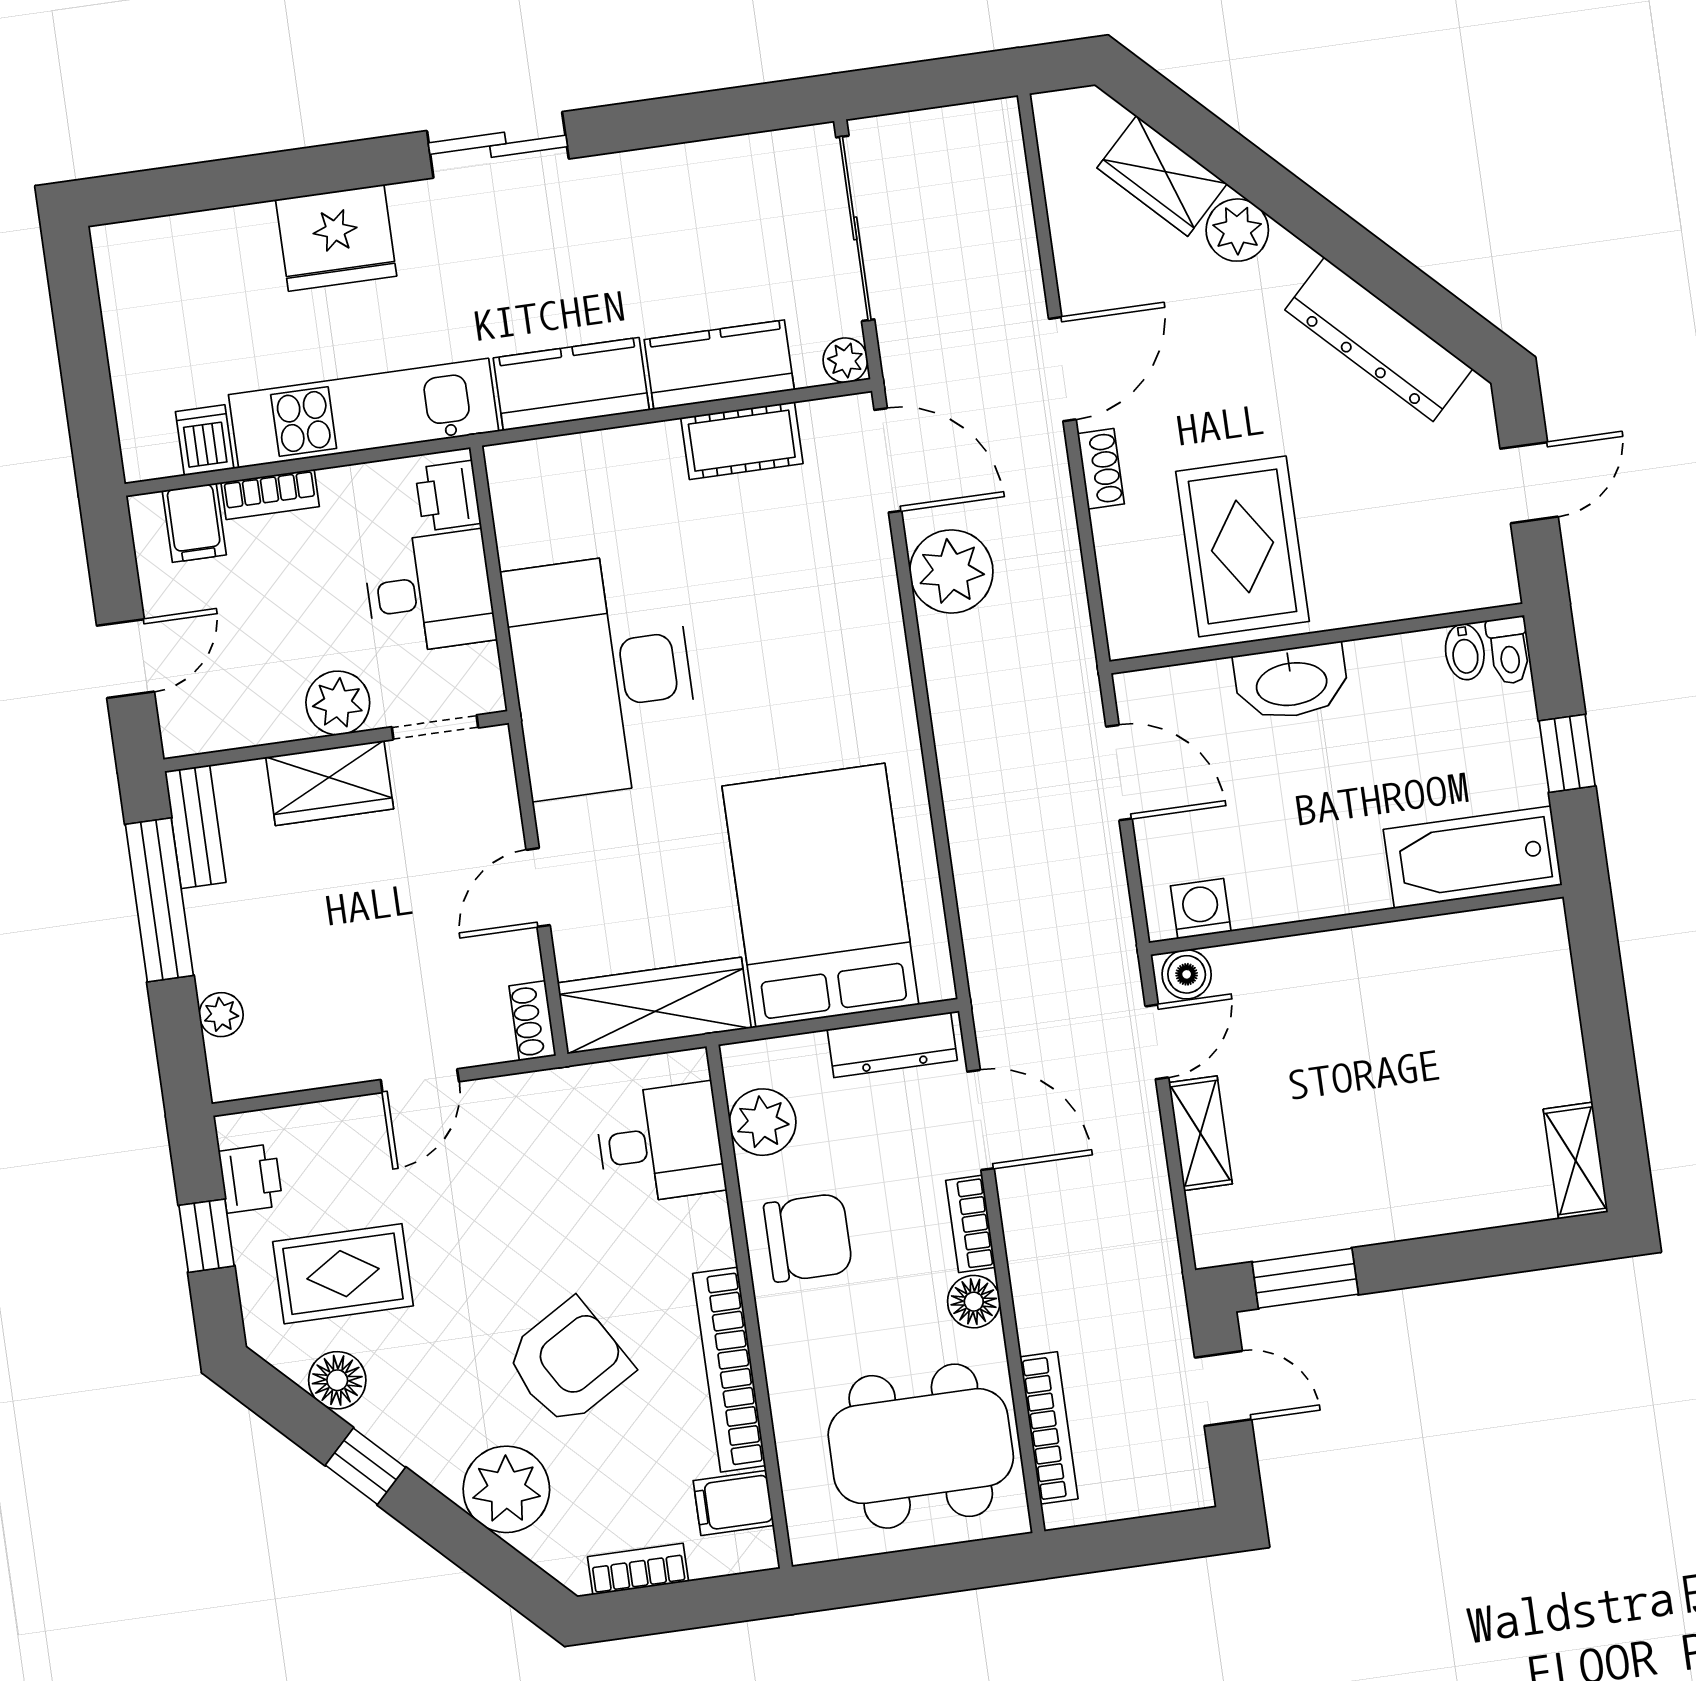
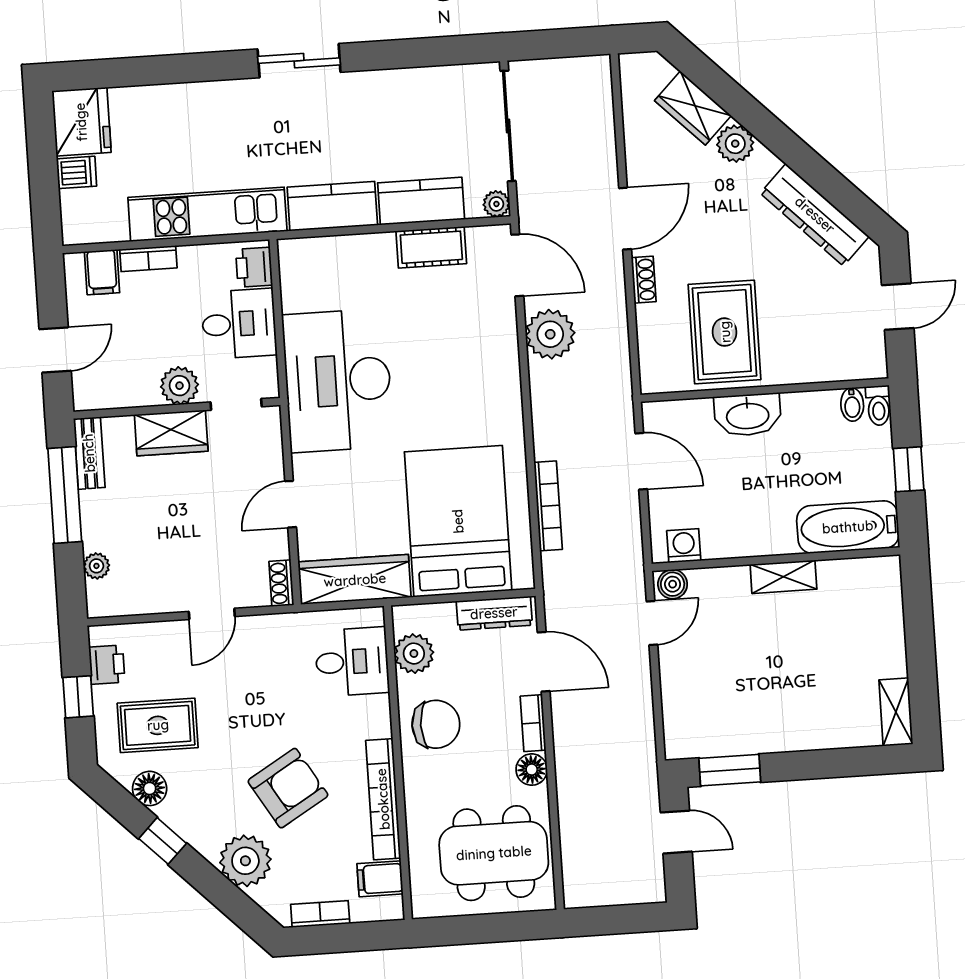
fridge: (336, 238) -> (81, 122), moved, turned -90
dishwasher: (205, 440) -> (76, 172), moved, turned 90
shelving: (1200, 1133) -> (783, 577), moved, turned 90
bookcase: (1049, 1428) -> (548, 506), moved

